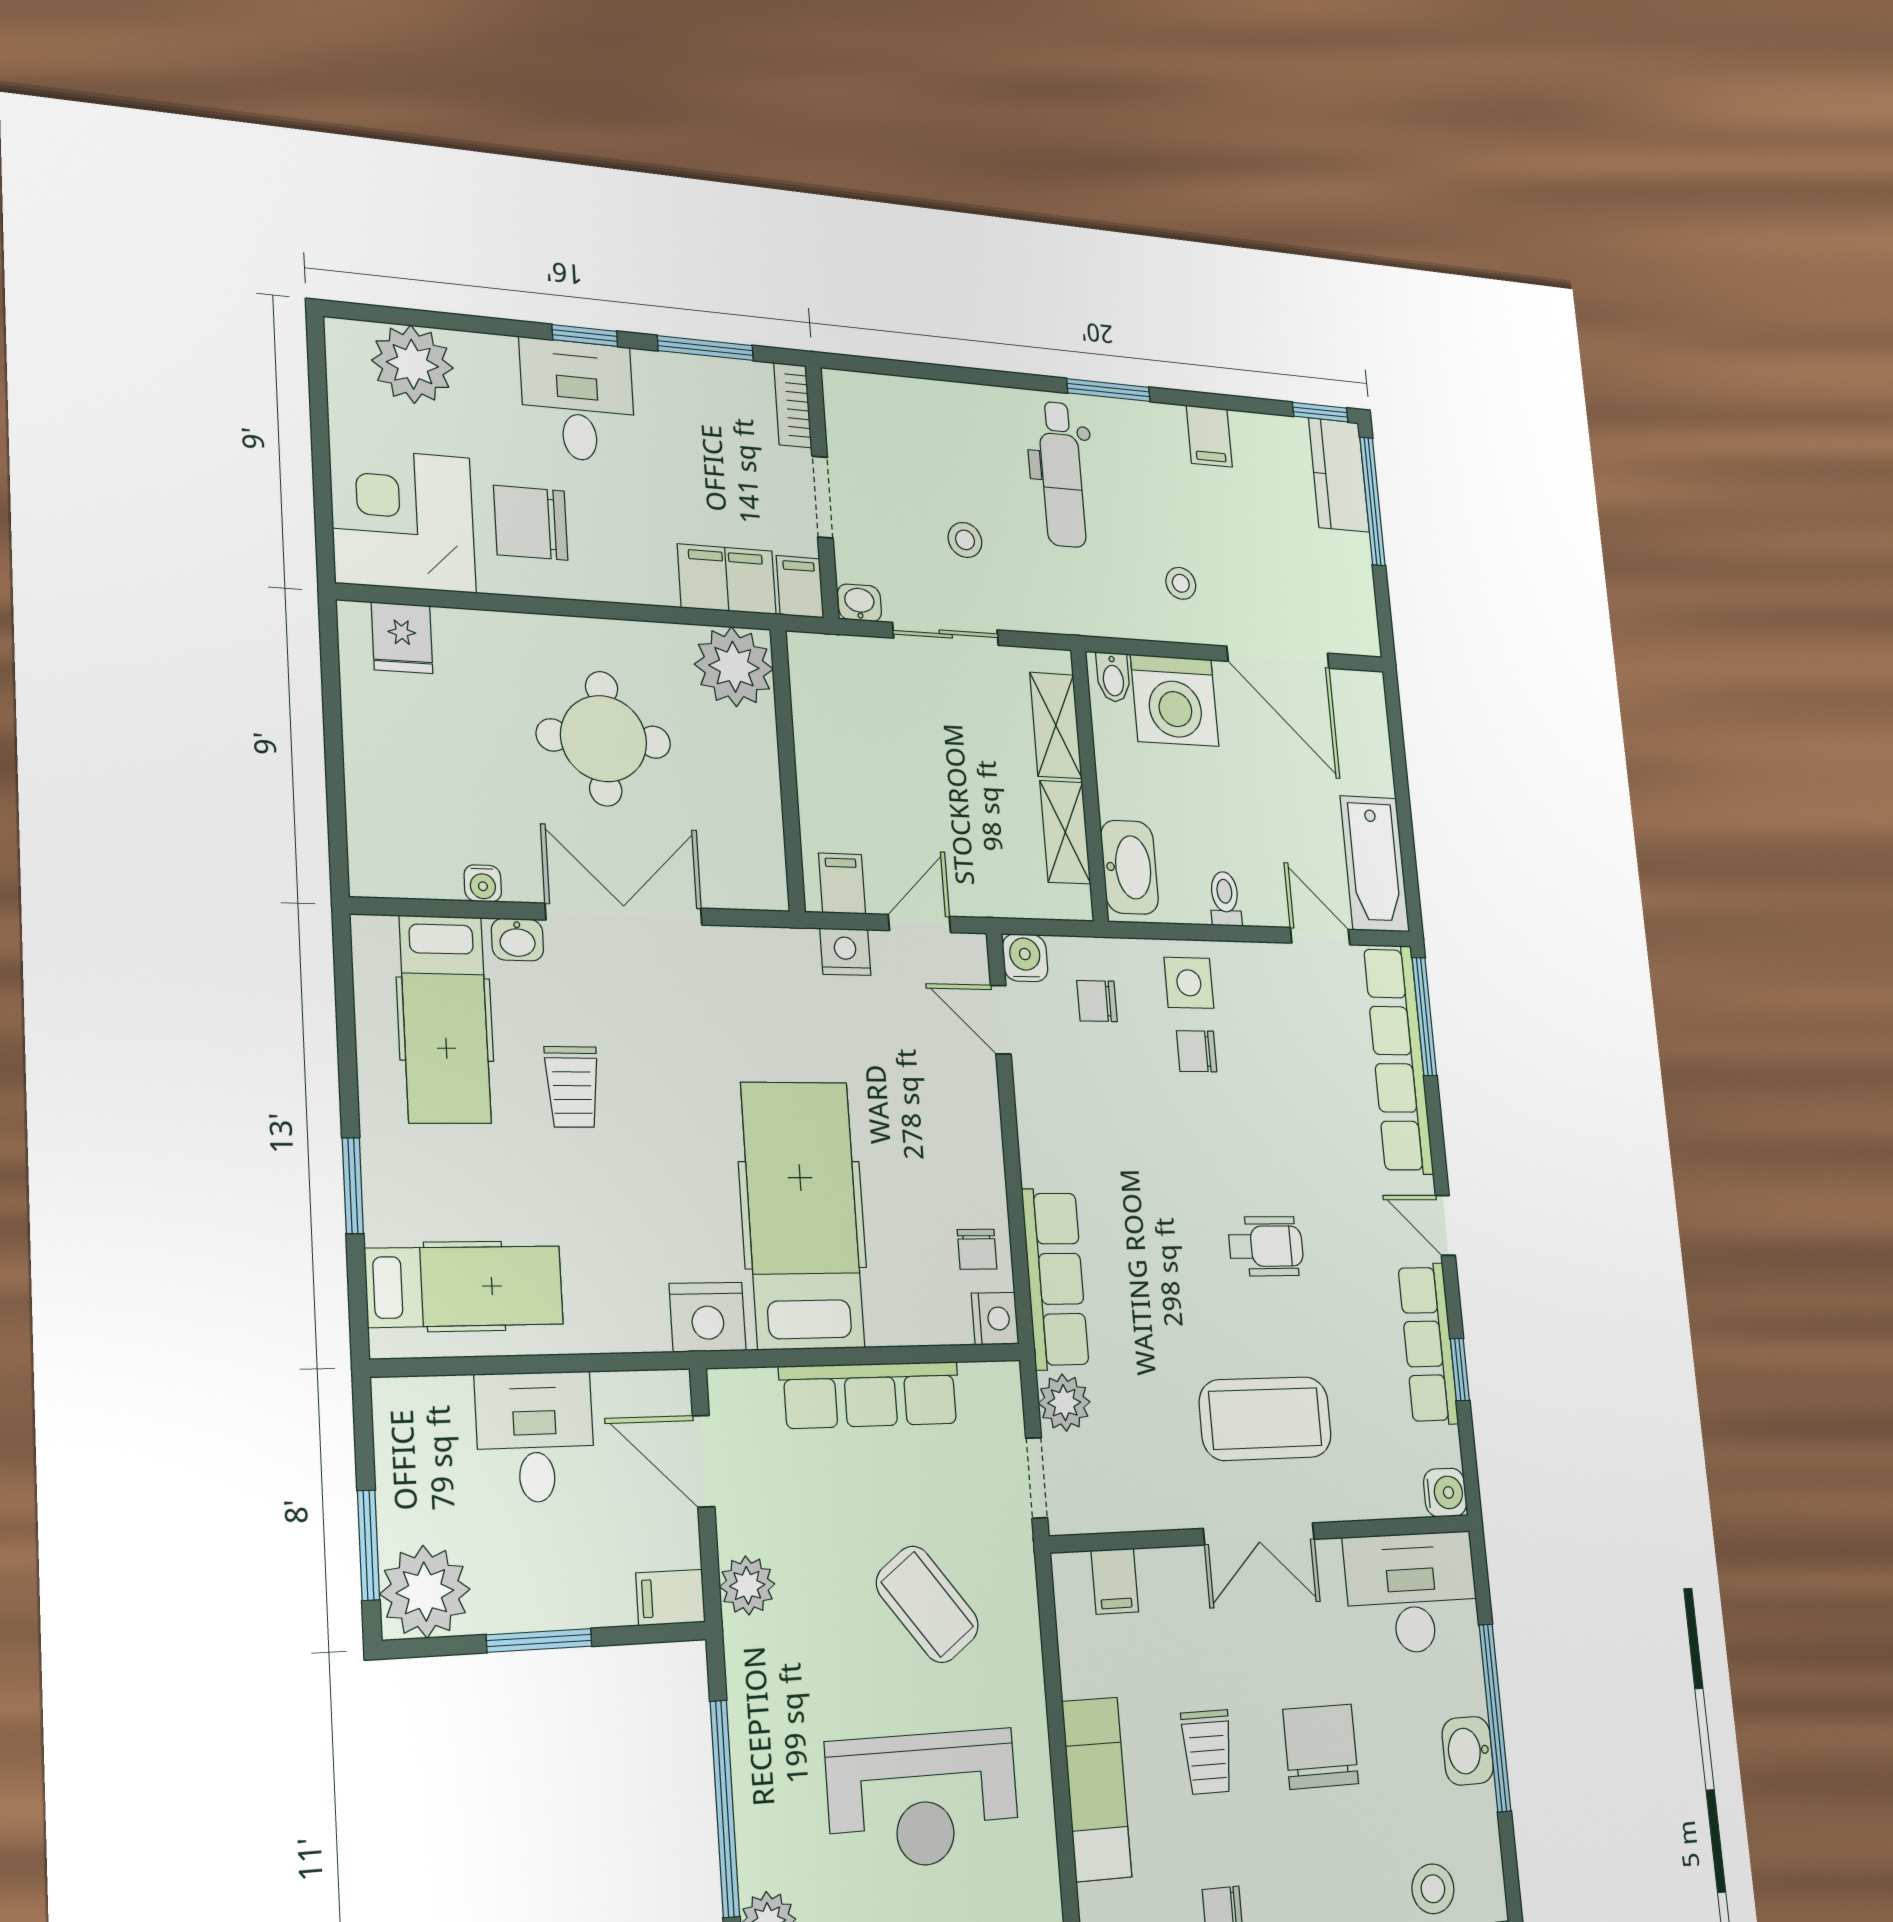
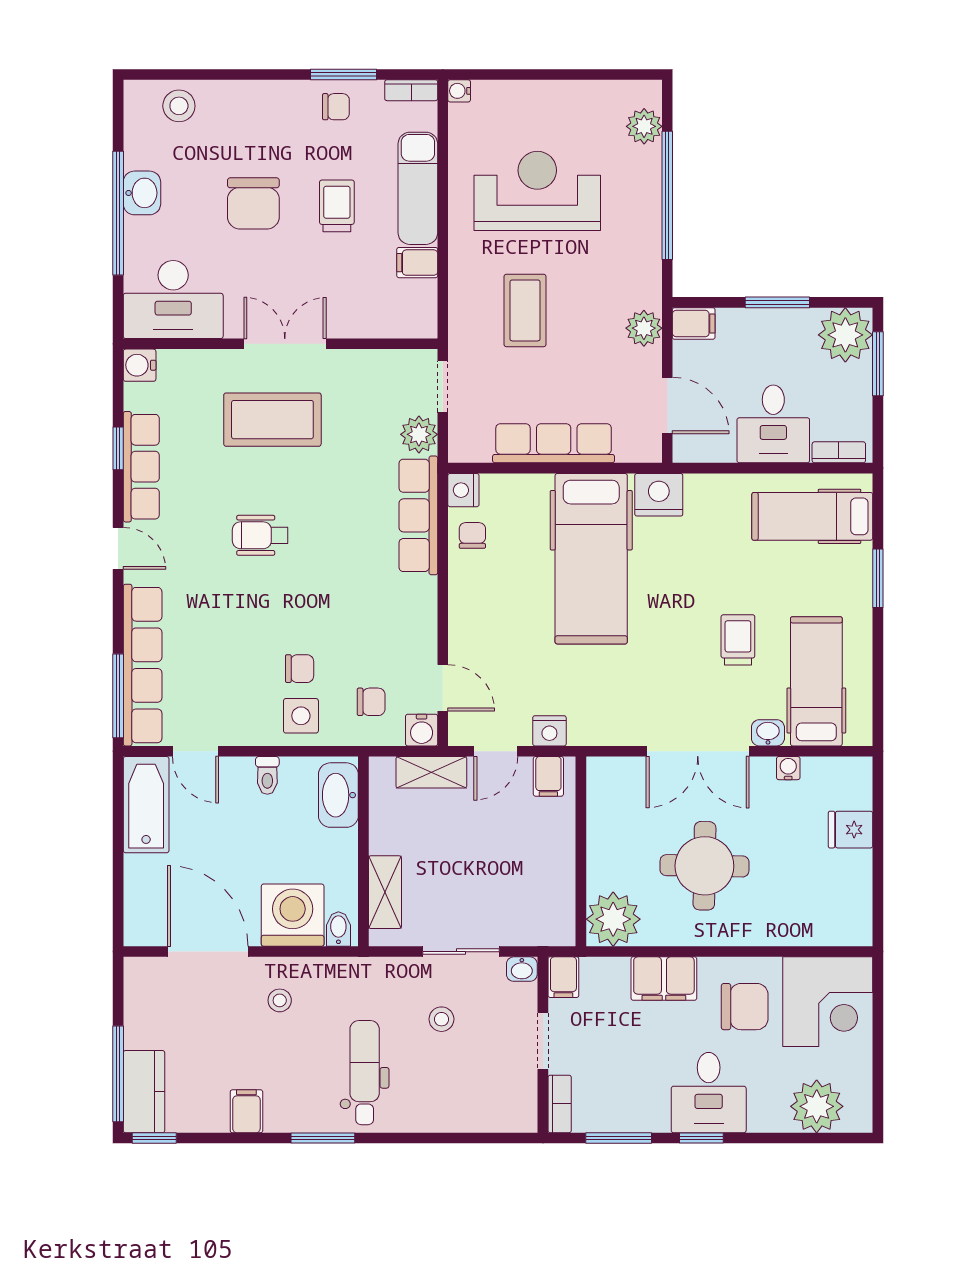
filing cabinet: (727, 579) -> (664, 979), moved
fridge: (402, 638) -> (851, 830), moved, turned -90
shelving: (1065, 832) -> (431, 772), moved, turned 90
bookcase: (427, 1393) -> (839, 452), added
filing cabinet: (1115, 1581) -> (417, 263), moved, turned -90
coffee table: (927, 1604) -> (525, 310), turned 37

